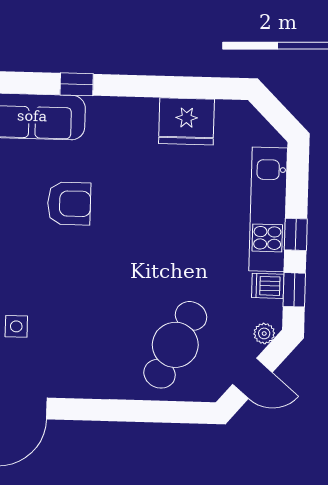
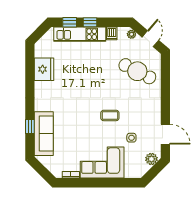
window: (77, 84) -> (30, 127), moved
armchair: (69, 204) -> (80, 117), removed
coffee table: (71, 276) -> (110, 115), added
window: (294, 290) -> (70, 22), moved

